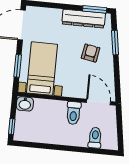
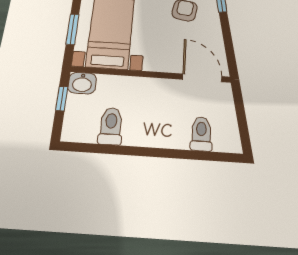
toilet: (73, 113) -> (111, 126), moved, turned 180
window: (12, 126) -> (62, 99), moved

